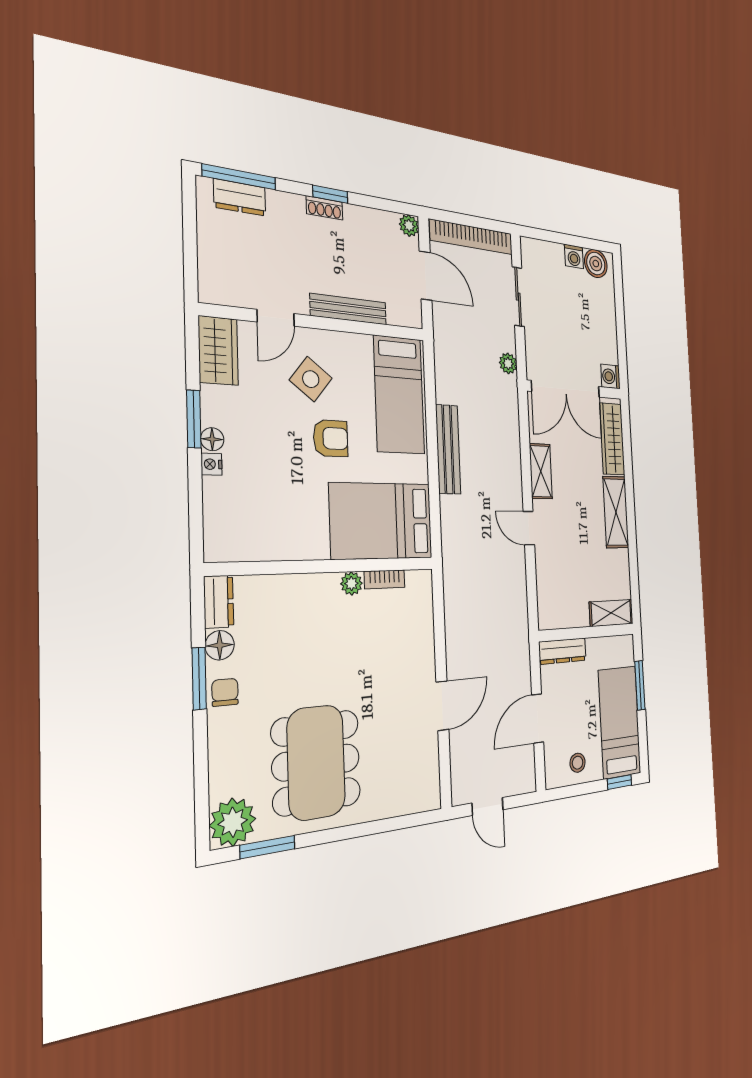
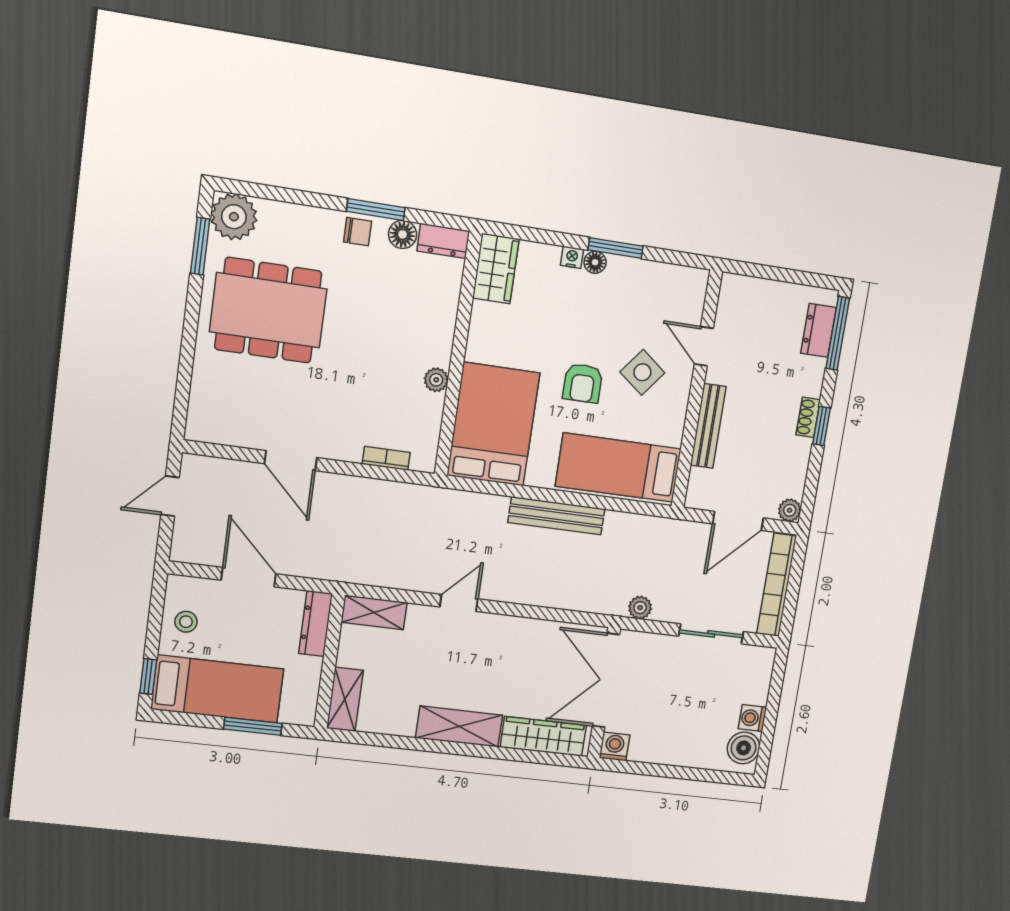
wardrobe: (218, 351) -> (496, 269), moved, turned -90
shelving: (541, 471) -> (374, 612), moved
bookcase: (385, 579) -> (386, 458), moved, turned 90

